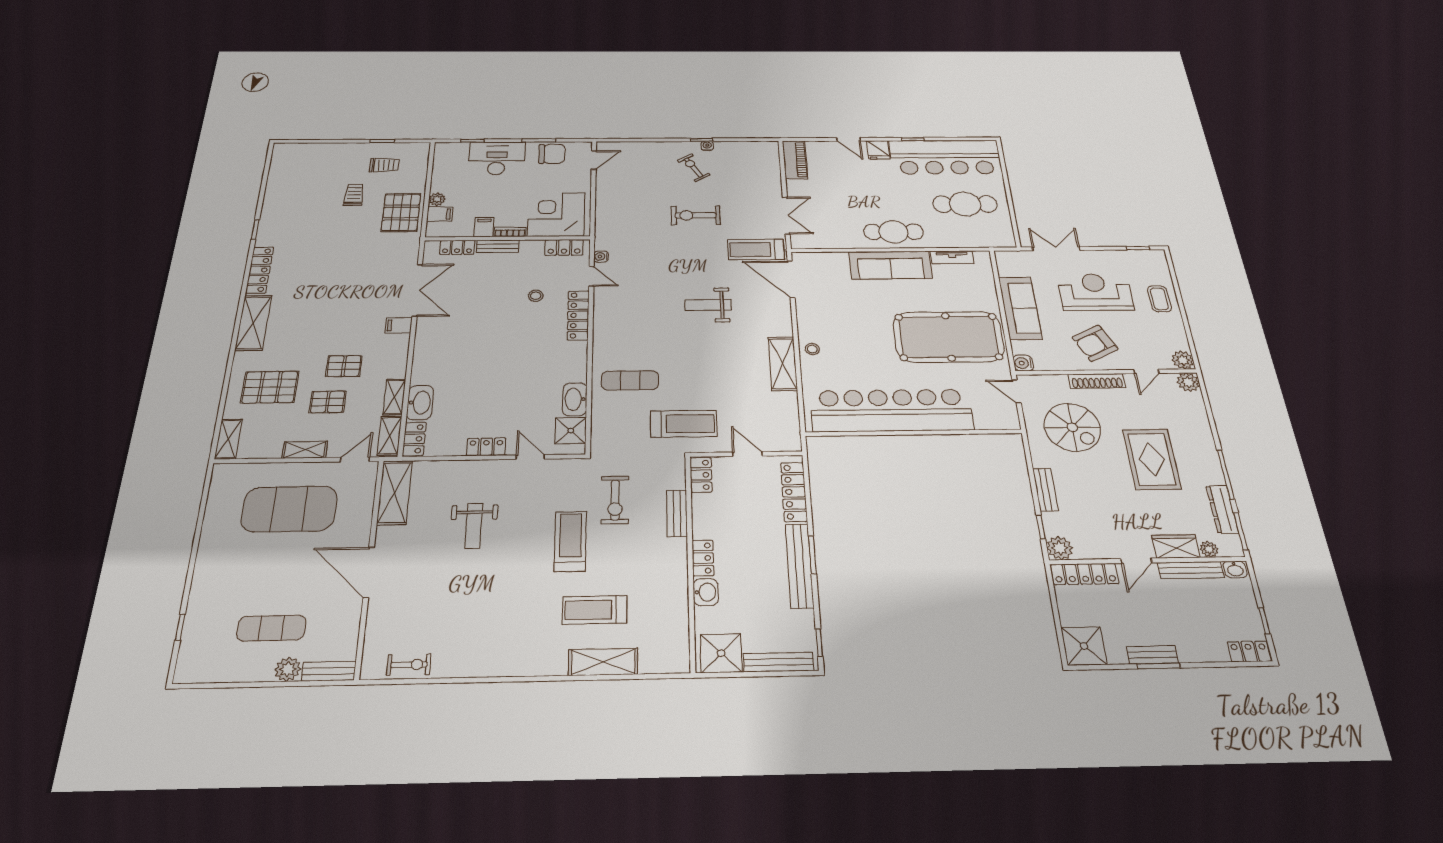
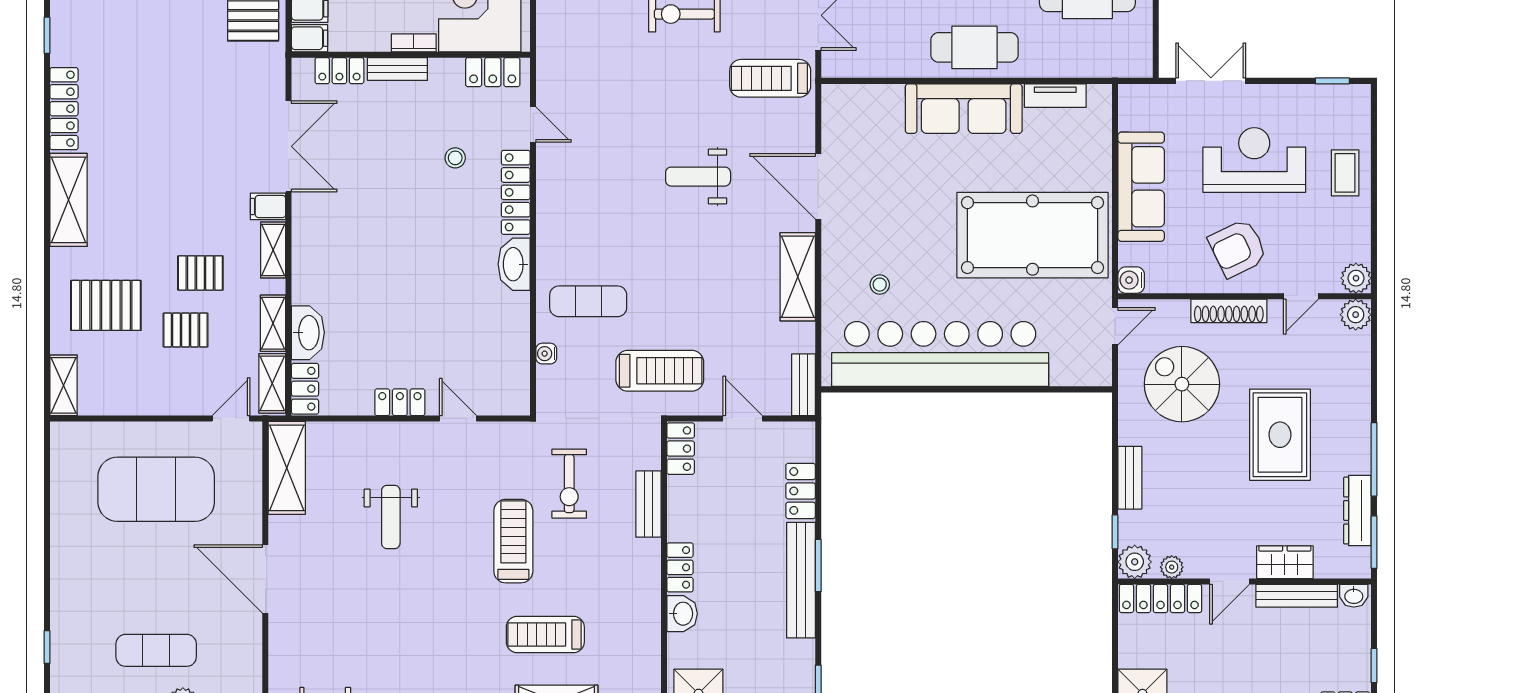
filing cabinet: (484, 227) -> (310, 38), moved, turned 90
water cooler: (601, 256) -> (546, 354), moved
door: (791, 279) -> (818, 186), moved
stool: (812, 349) -> (880, 285), moved
door: (1017, 391) -> (1115, 326), swing flipped
washbasin: (575, 399) -> (514, 264), moved
spiral stairs: (1072, 427) -> (1182, 384), turned 180
shower: (571, 431) -> (510, 379), removed
bench: (792, 431) -> (804, 385), added
shelving: (305, 450) -> (273, 250), moved, turned 90
locker: (794, 492) -> (801, 491), width x0.66
plant: (1209, 549) -> (1172, 567), moved

